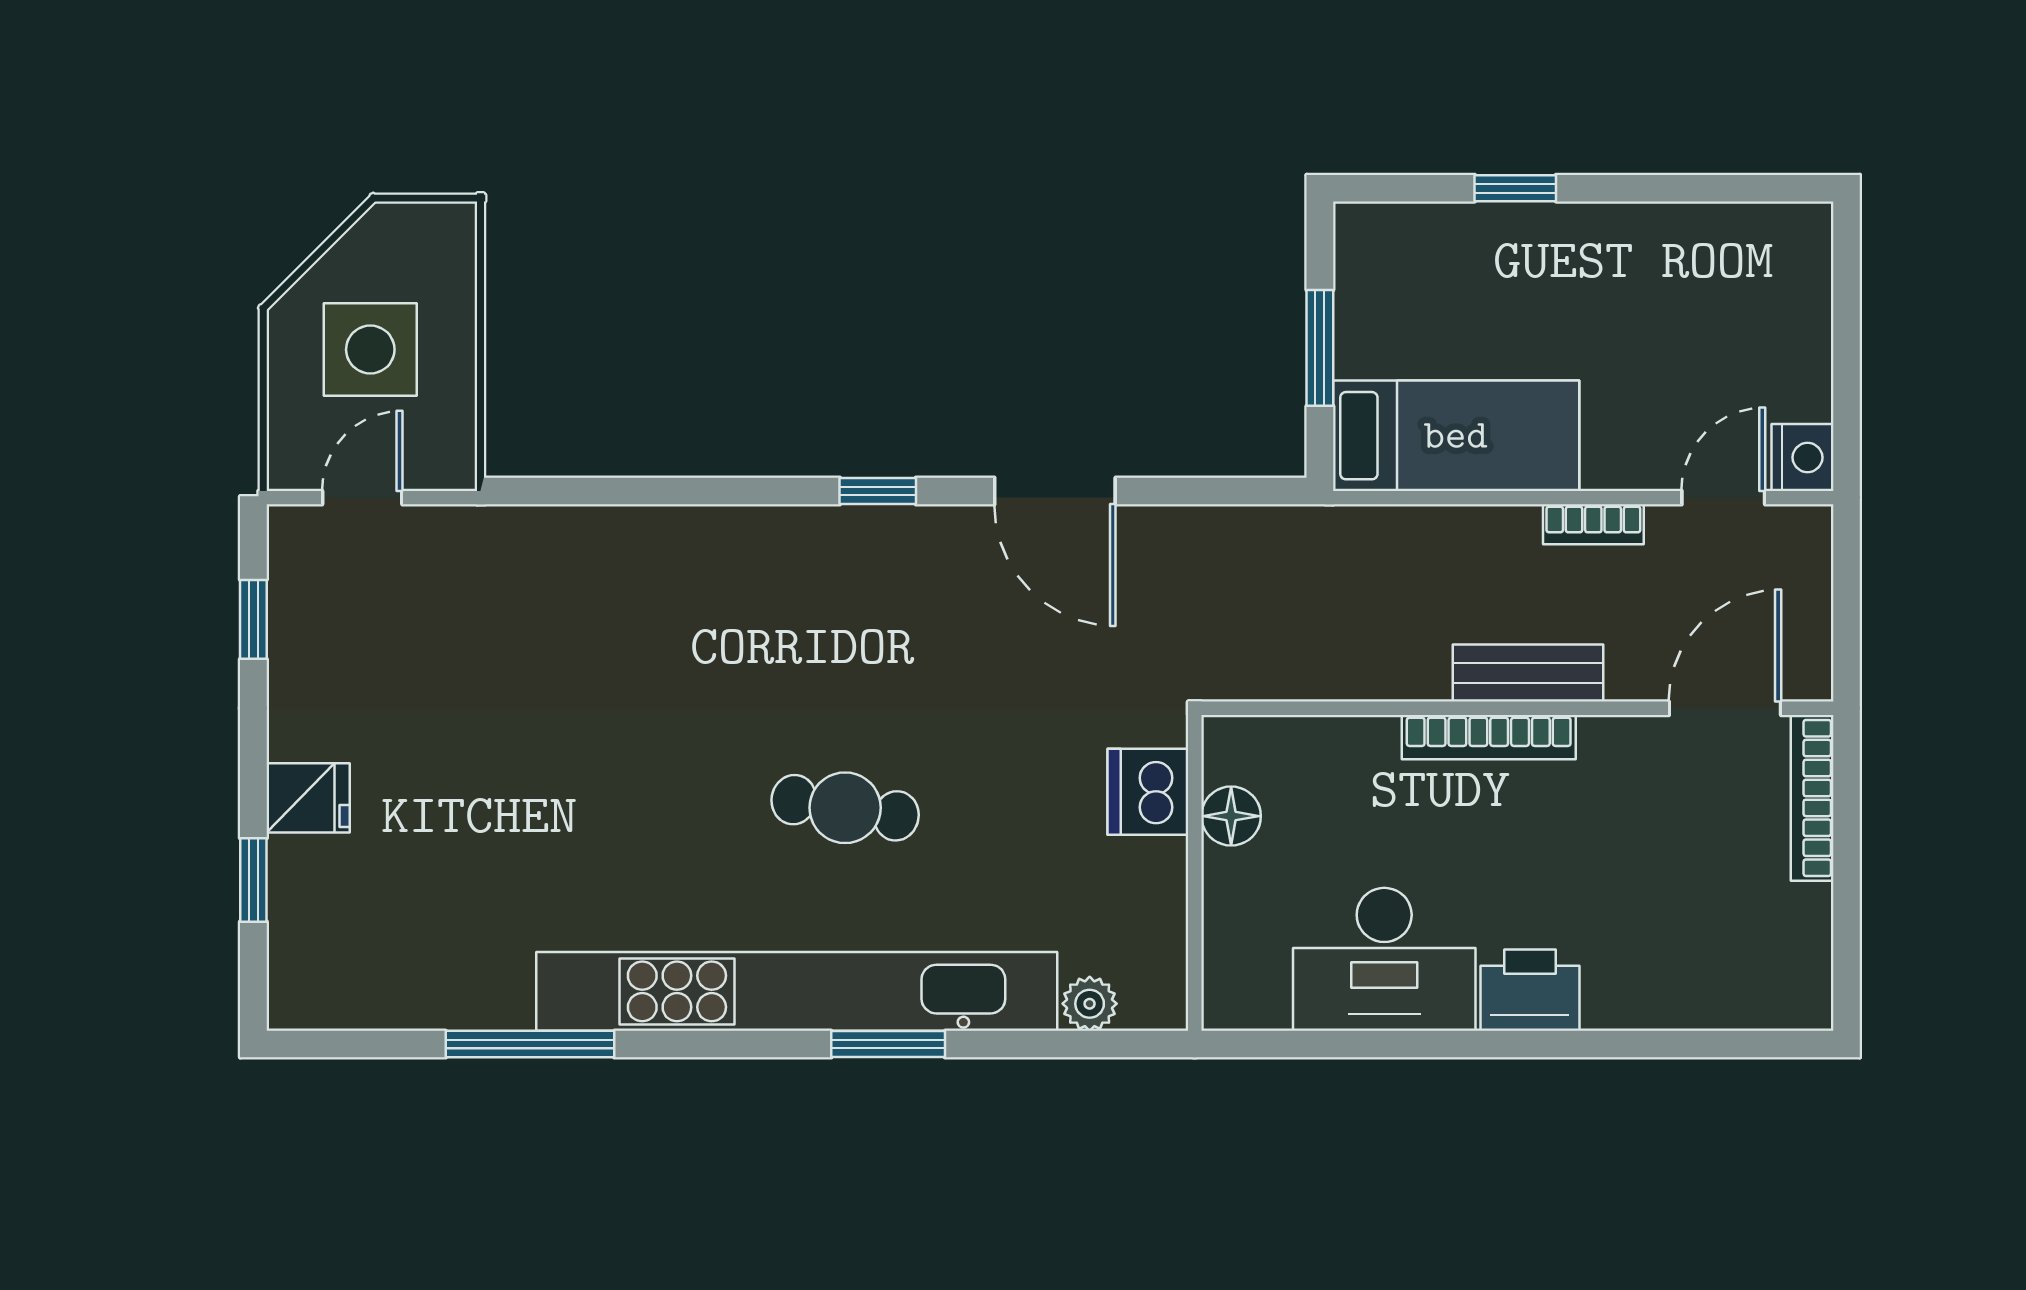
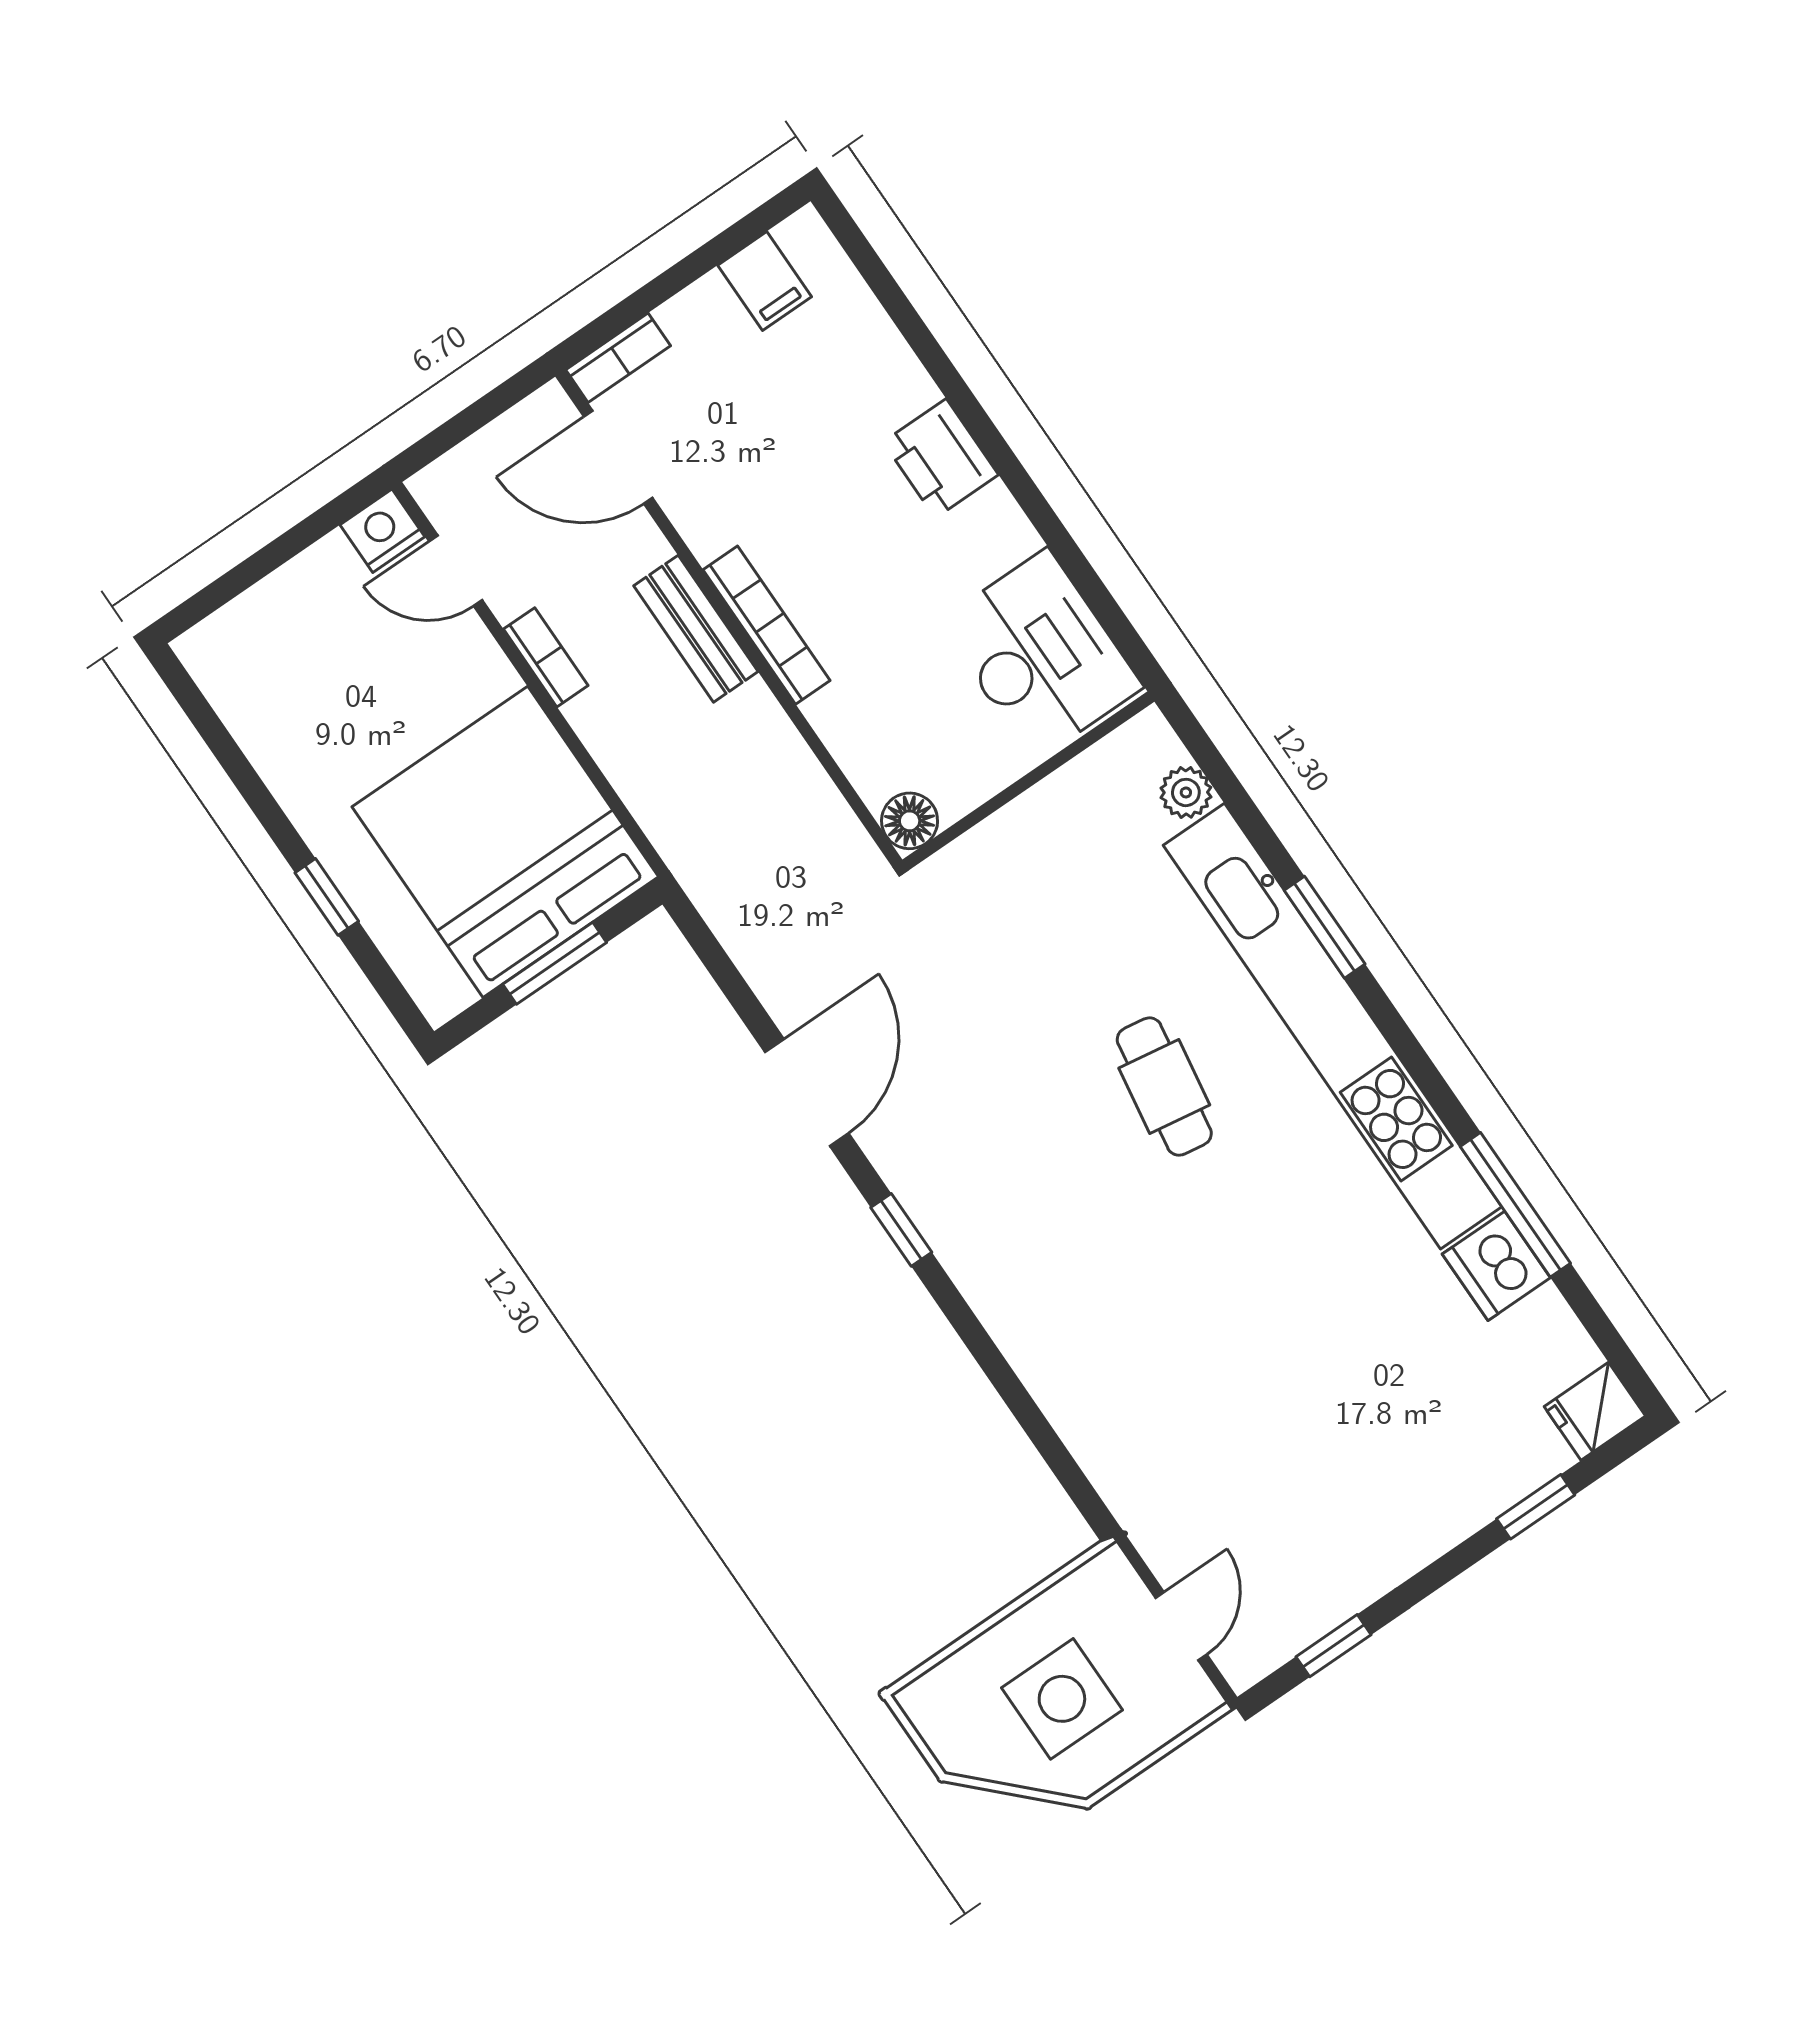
bed: (1456, 436) -> (505, 842), width x2.04
door: (362, 498) -> (1181, 1626), swing flipped
dishwasher: (1148, 792) -> (1496, 1266), moved, turned 90
fridge: (308, 798) -> (1595, 1411), moved, turned -90
bookcase: (1812, 798) -> (618, 358), width x0.64
floor lamp: (1231, 816) -> (910, 821), moved
filing cabinet: (1791, 943) -> (765, 281), added
desk: (1384, 959) -> (1041, 655), moved

